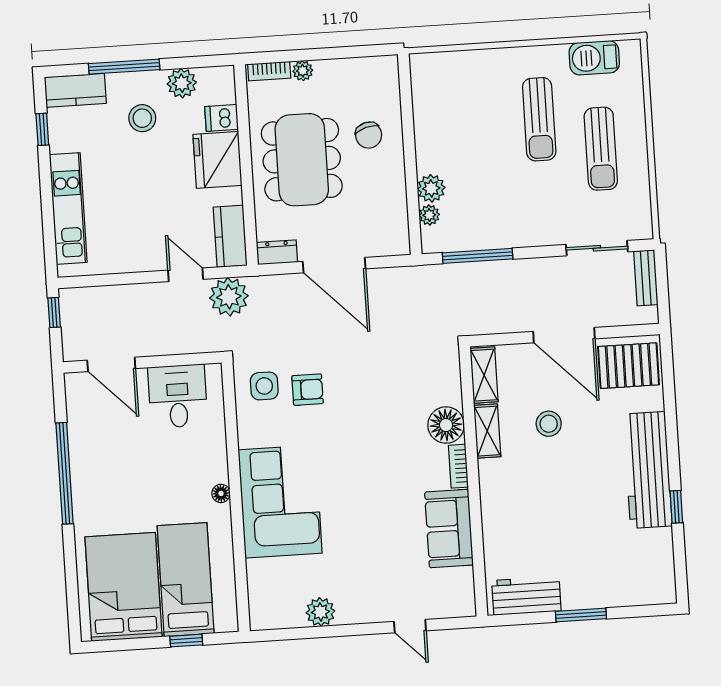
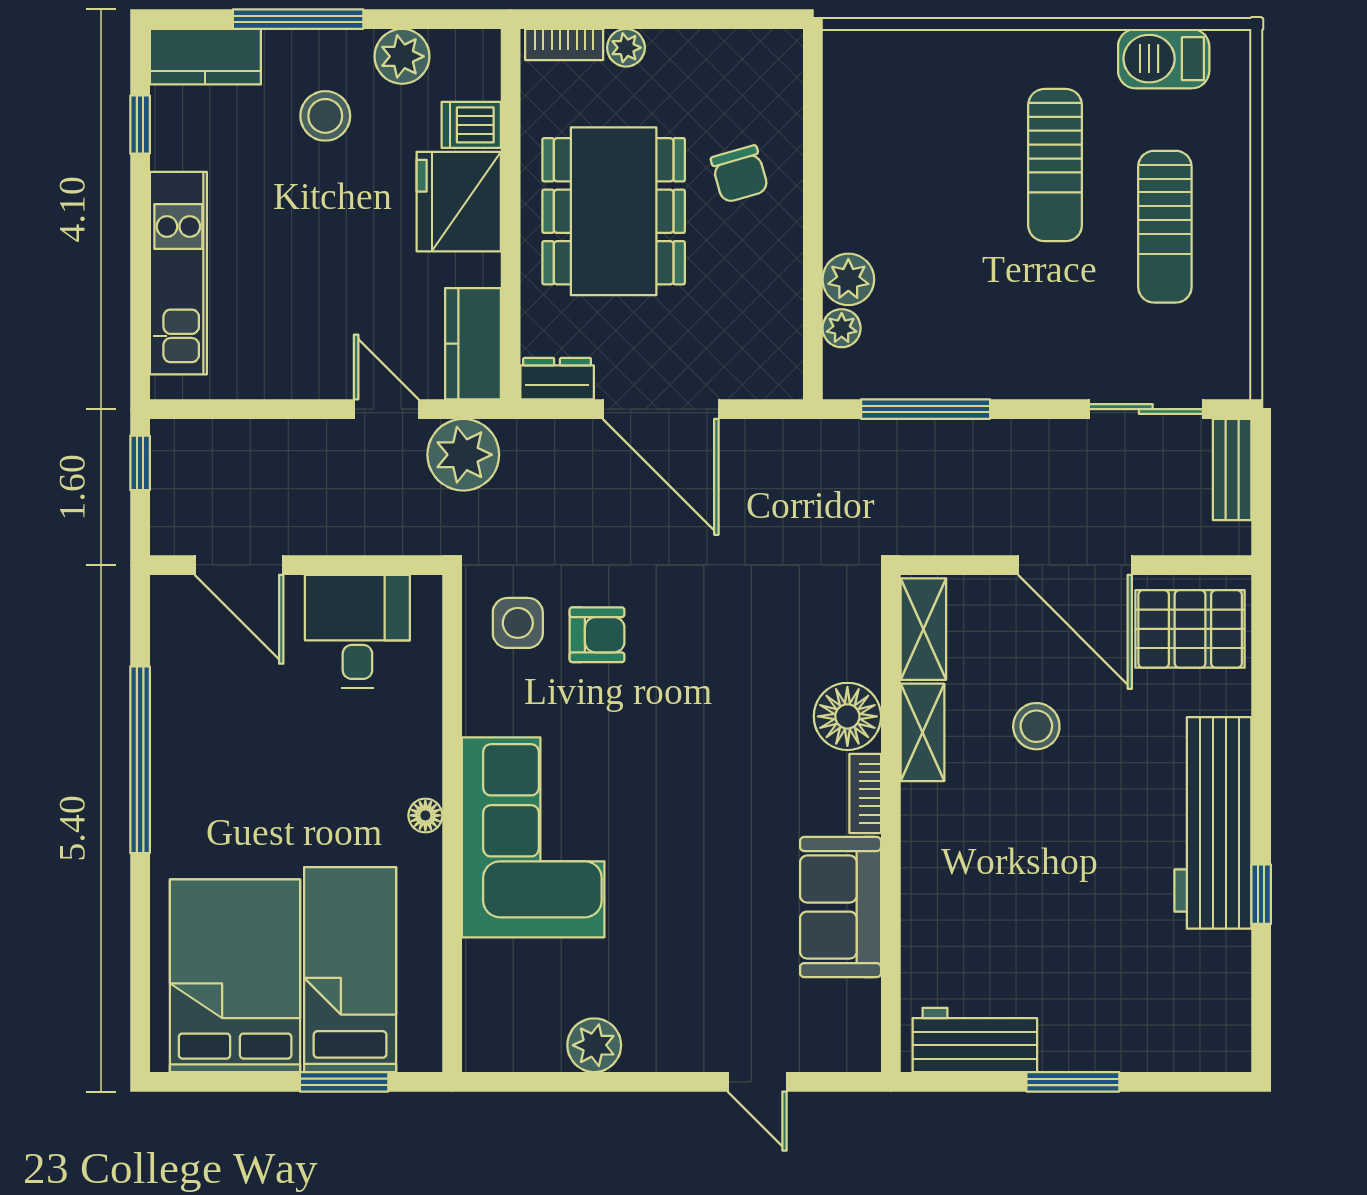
window: (186, 641) -> (344, 1082), width x1.50

